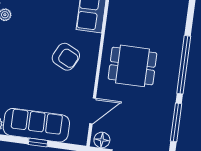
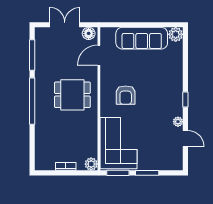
armchair: (66, 57) -> (126, 95), turned -116
window: (38, 143) -> (139, 25), removed

